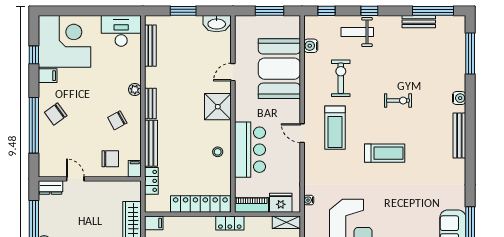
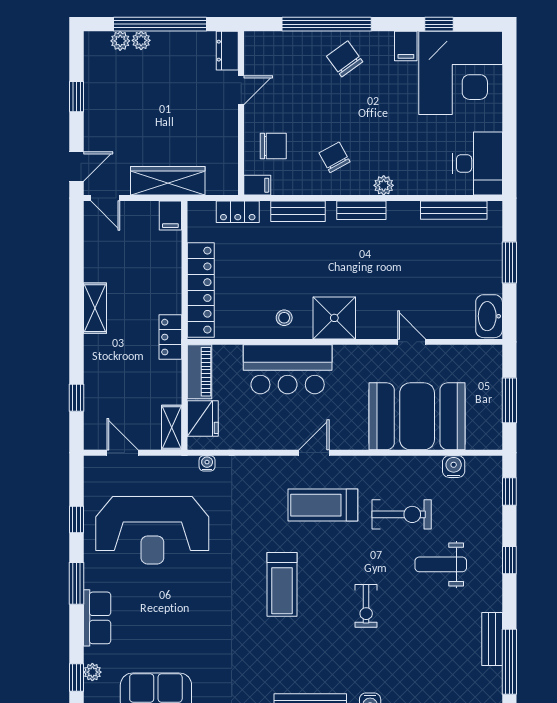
weight bench: (357, 32) -> (441, 564), moved, turned -90
shower: (218, 107) -> (334, 318), moved
bench: (151, 143) -> (298, 211), width x0.73
chair: (110, 159) -> (273, 146), turned -90

